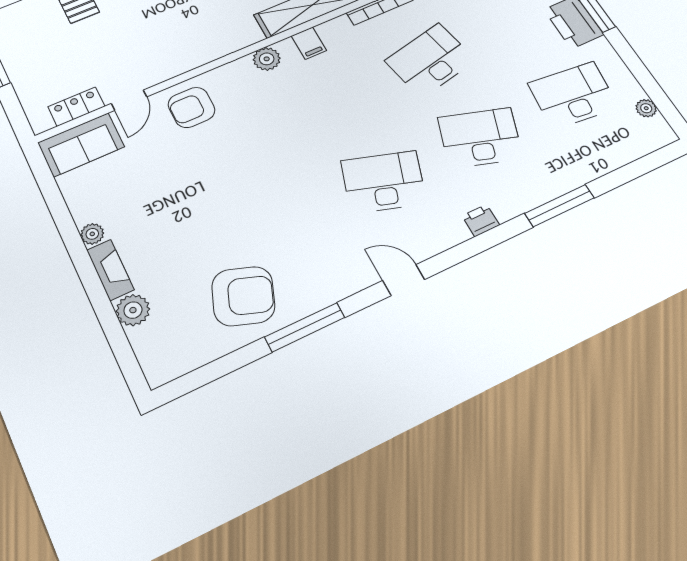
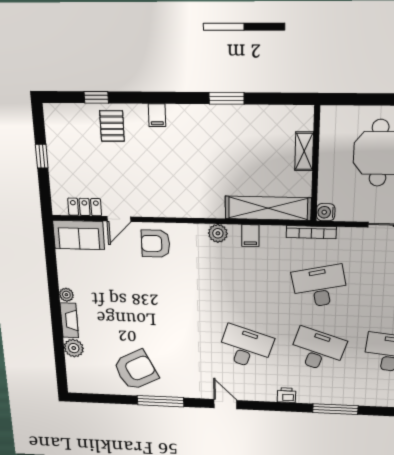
armchair: (243, 296) -> (136, 370), turned -47

